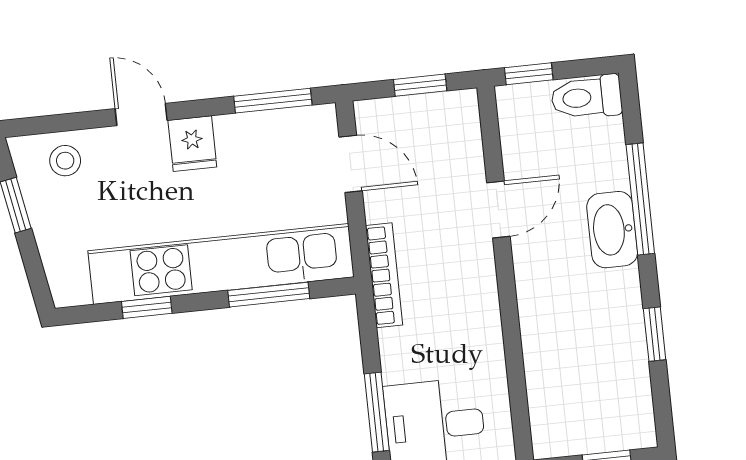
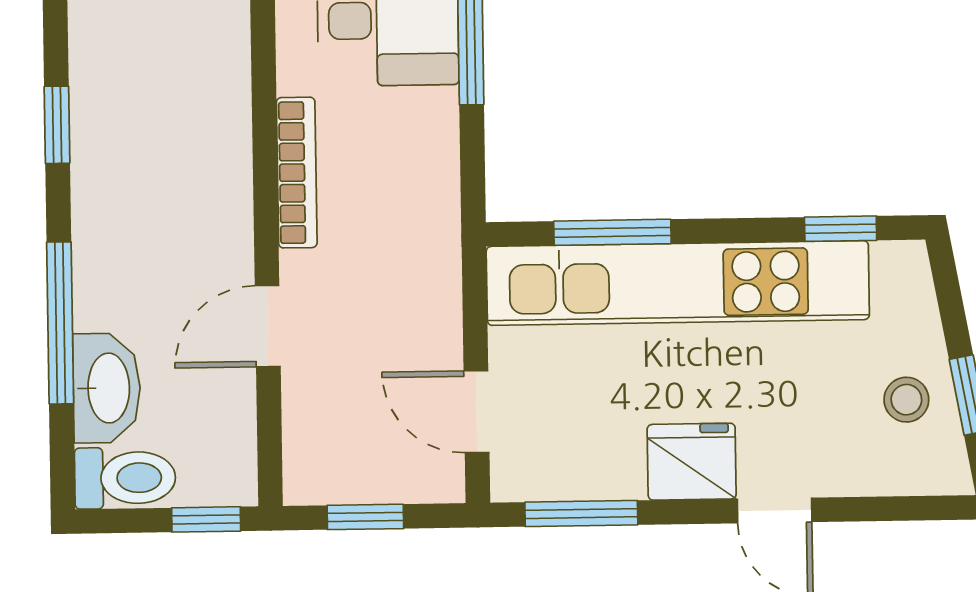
fridge: (192, 144) -> (692, 462), width x1.38
stool: (65, 161) -> (906, 400), moved
washbasin: (612, 230) -> (107, 388), moved
bookcase: (384, 275) -> (297, 173), moved, turned 180
window: (147, 307) -> (841, 229), moved

